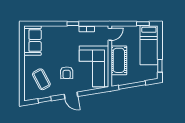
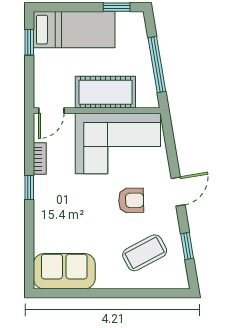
door: (110, 34) -> (51, 111), swing flipped

